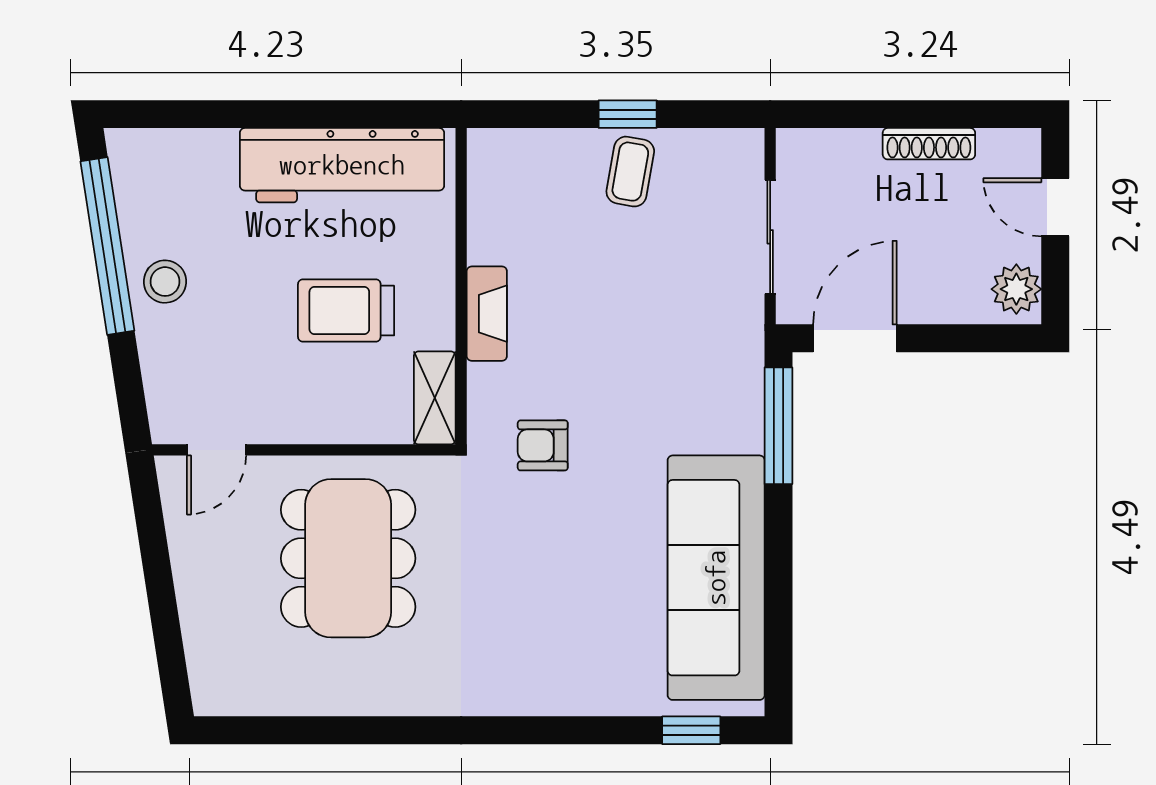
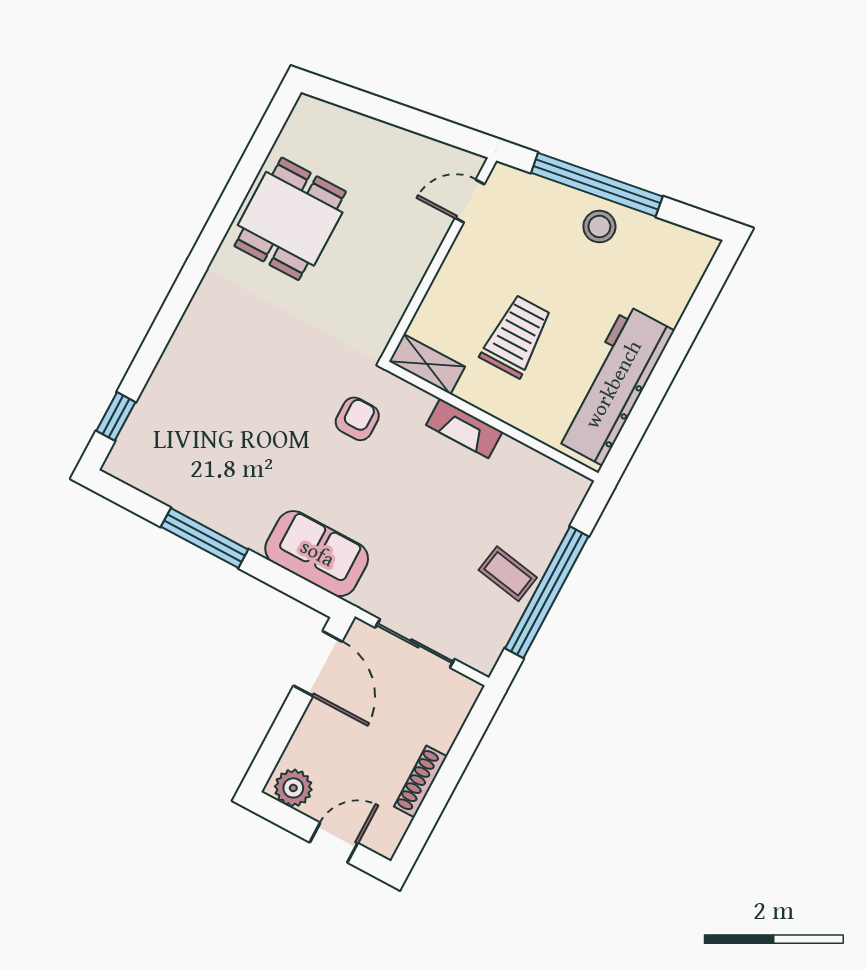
window: (628, 114) -> (547, 592), width x3.17
window: (107, 246) -> (597, 185), moved
window: (778, 426) -> (205, 538), moved
door: (216, 450) -> (470, 201), hinge flipped
dining table: (348, 558) -> (290, 219), moved, width x0.73
sofa: (716, 578) -> (317, 554), moved, width x0.54, depth x0.79

